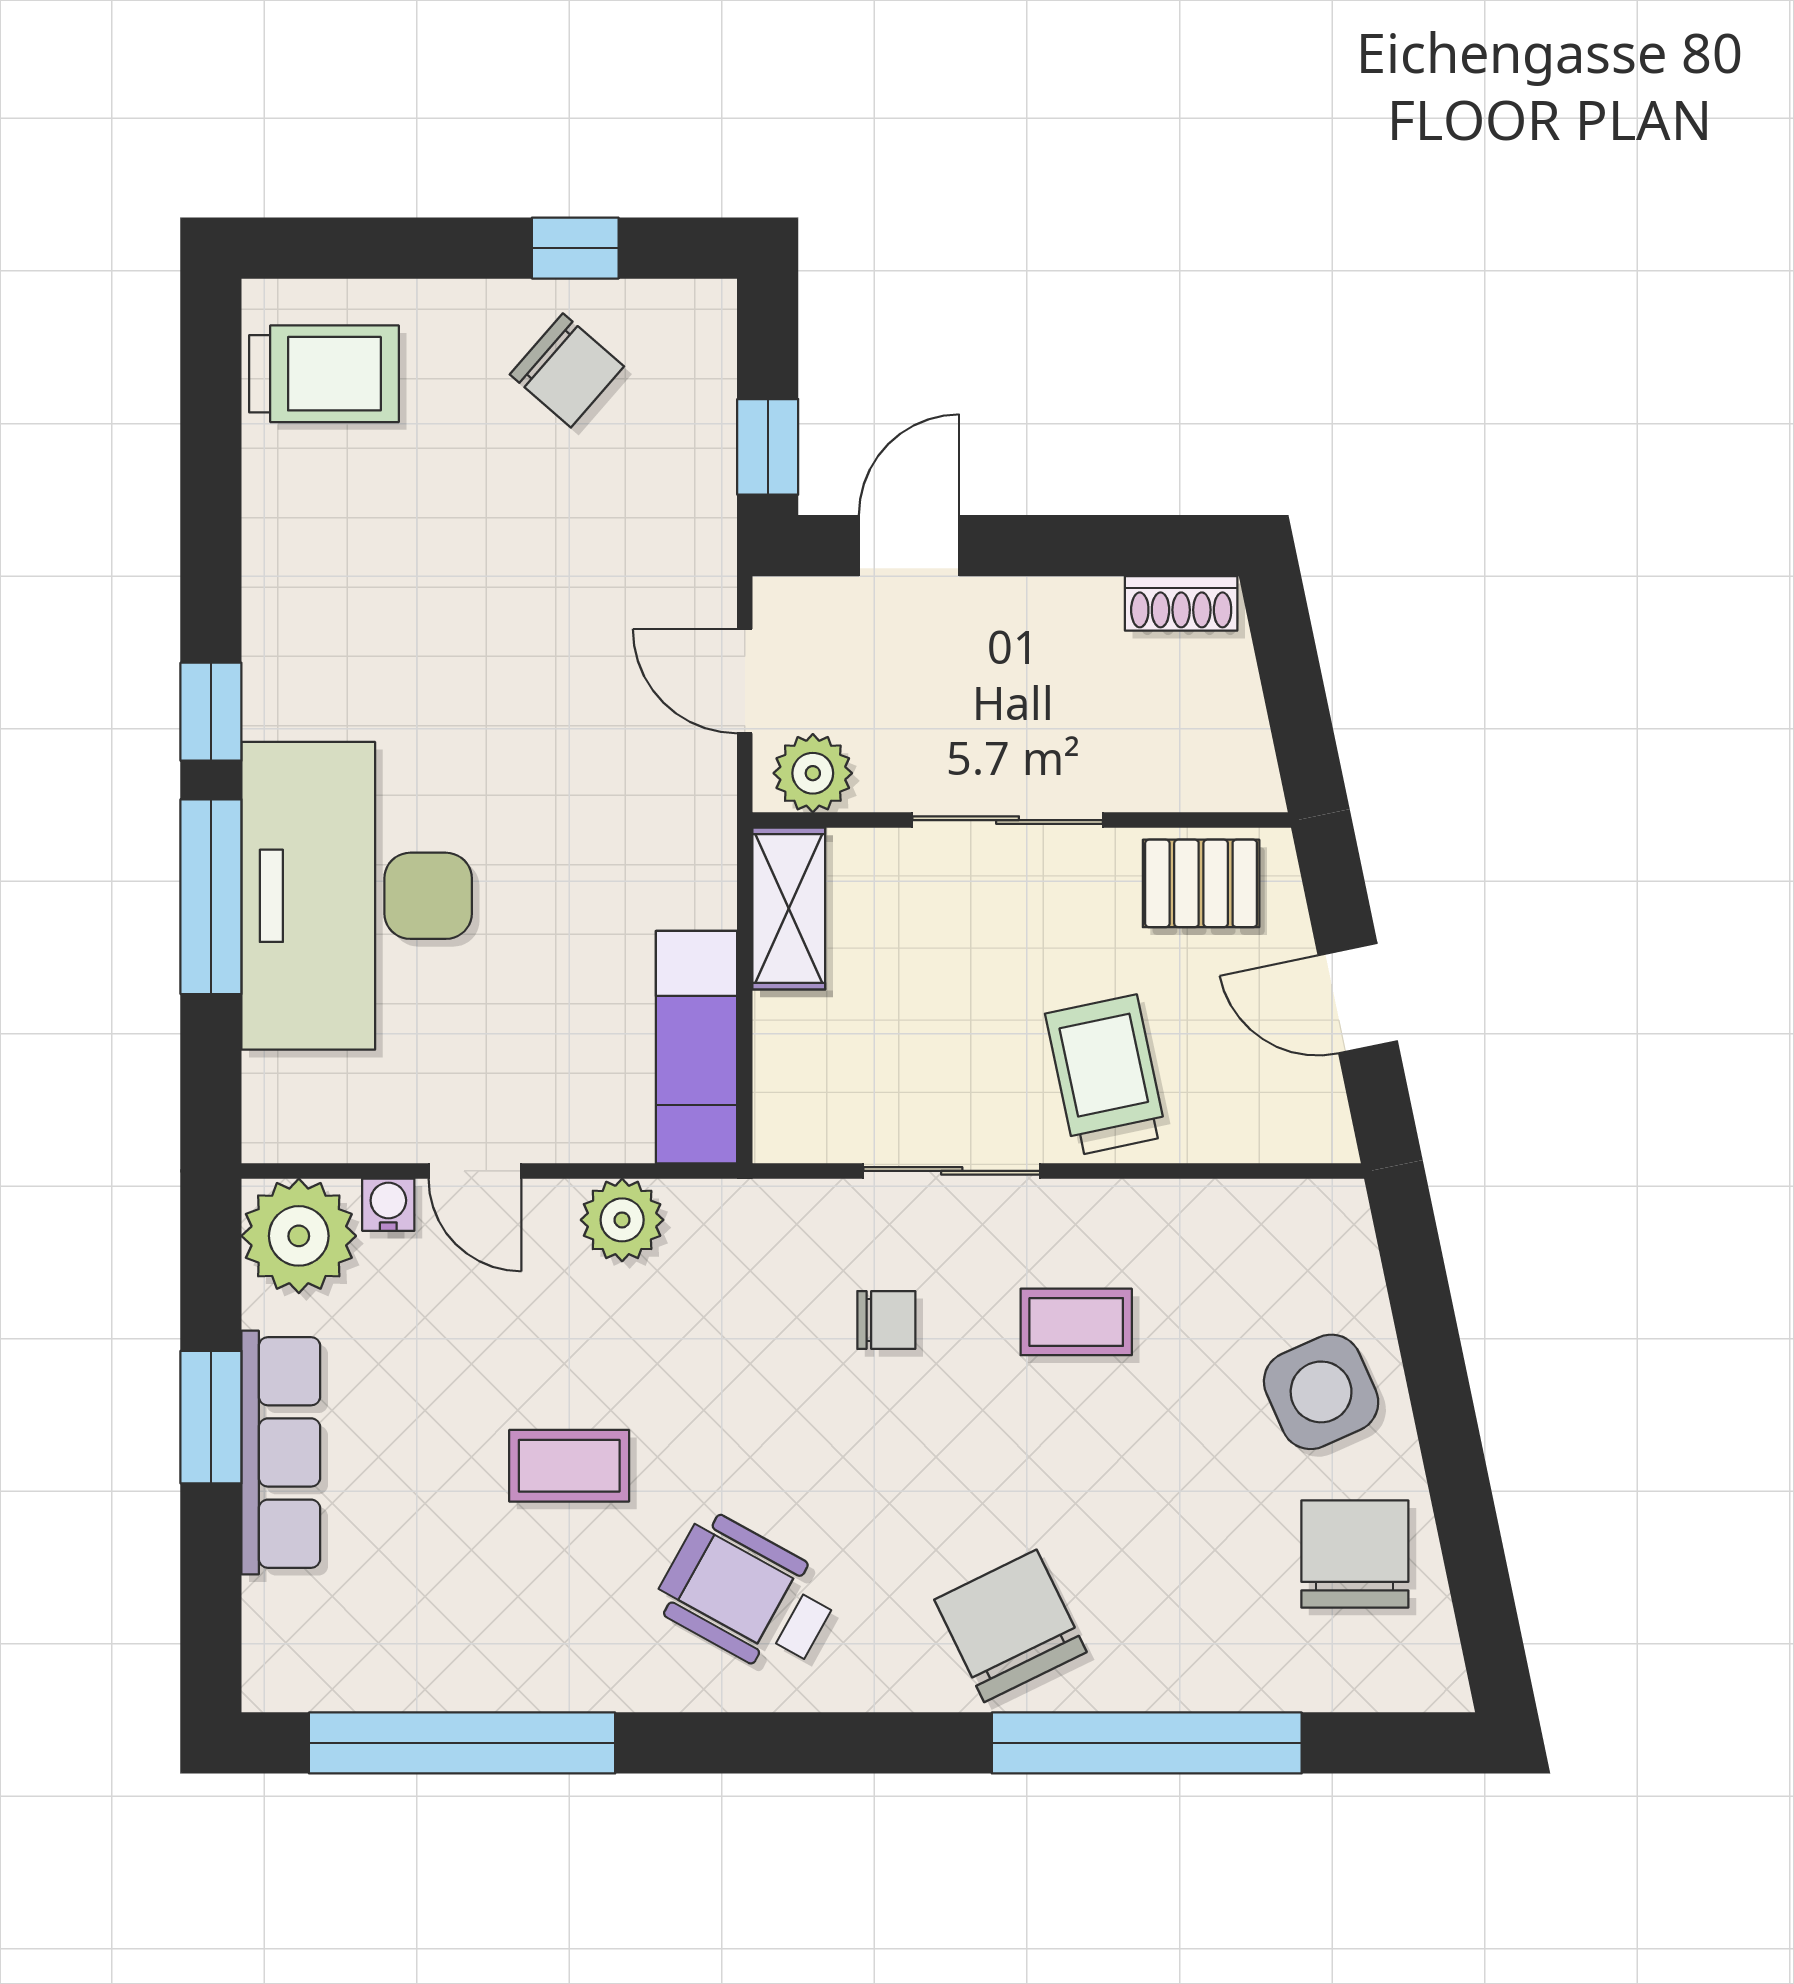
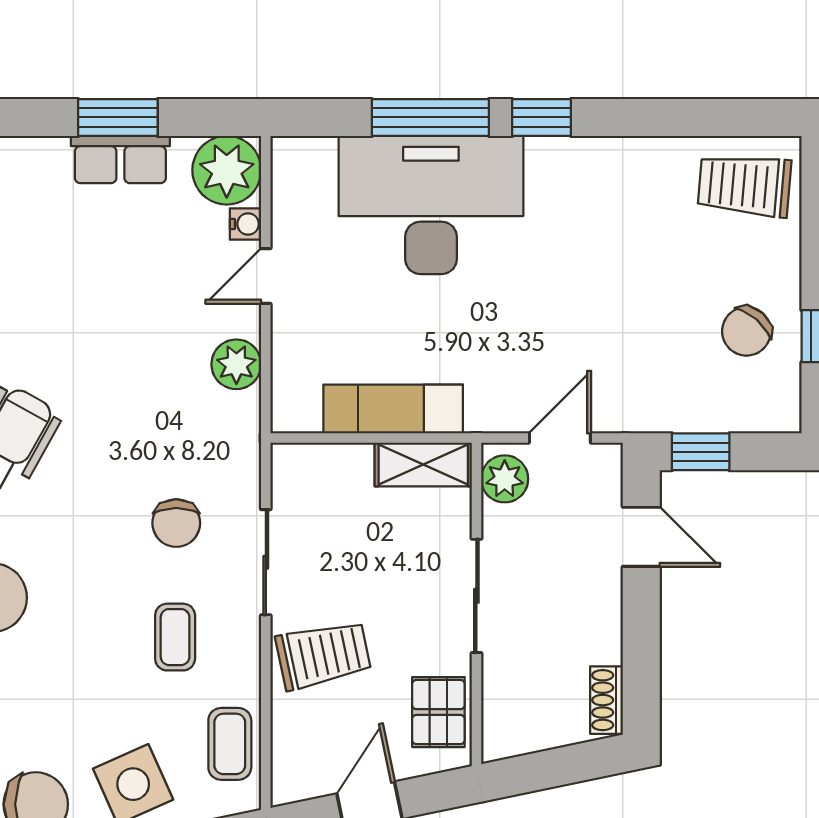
trolley: (324, 374) -> (744, 185), turned 95
exam couch: (696, 1047) -> (393, 409), moved
chair: (886, 1320) -> (176, 523), width x1.37, depth x1.37
row of seats: (281, 1452) -> (120, 159), width x0.68
coffee table: (569, 1466) -> (230, 744), moved

